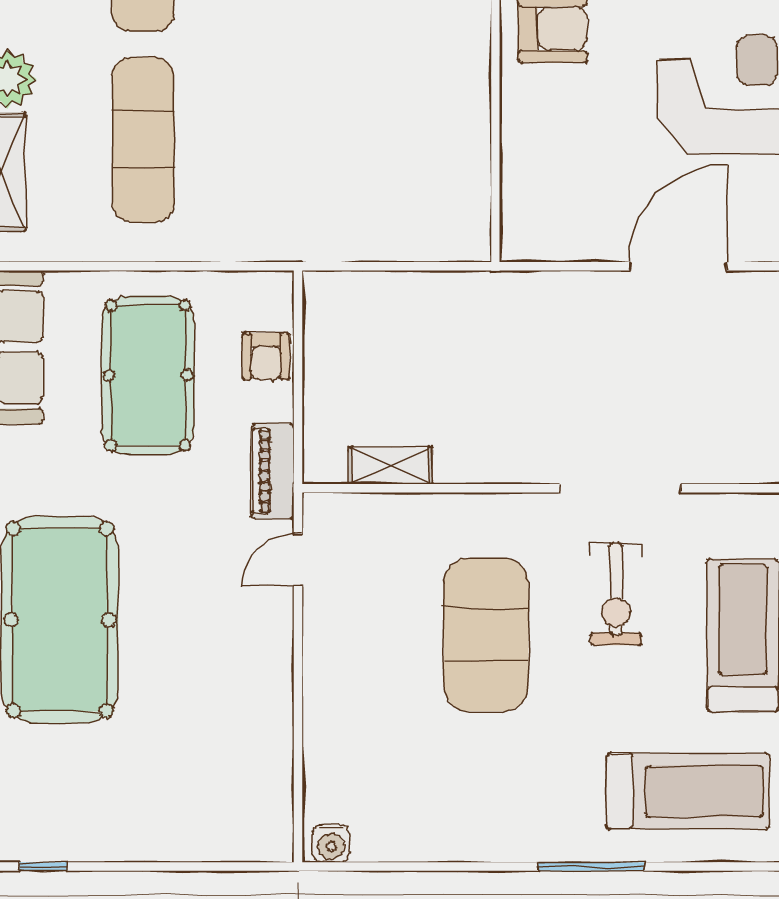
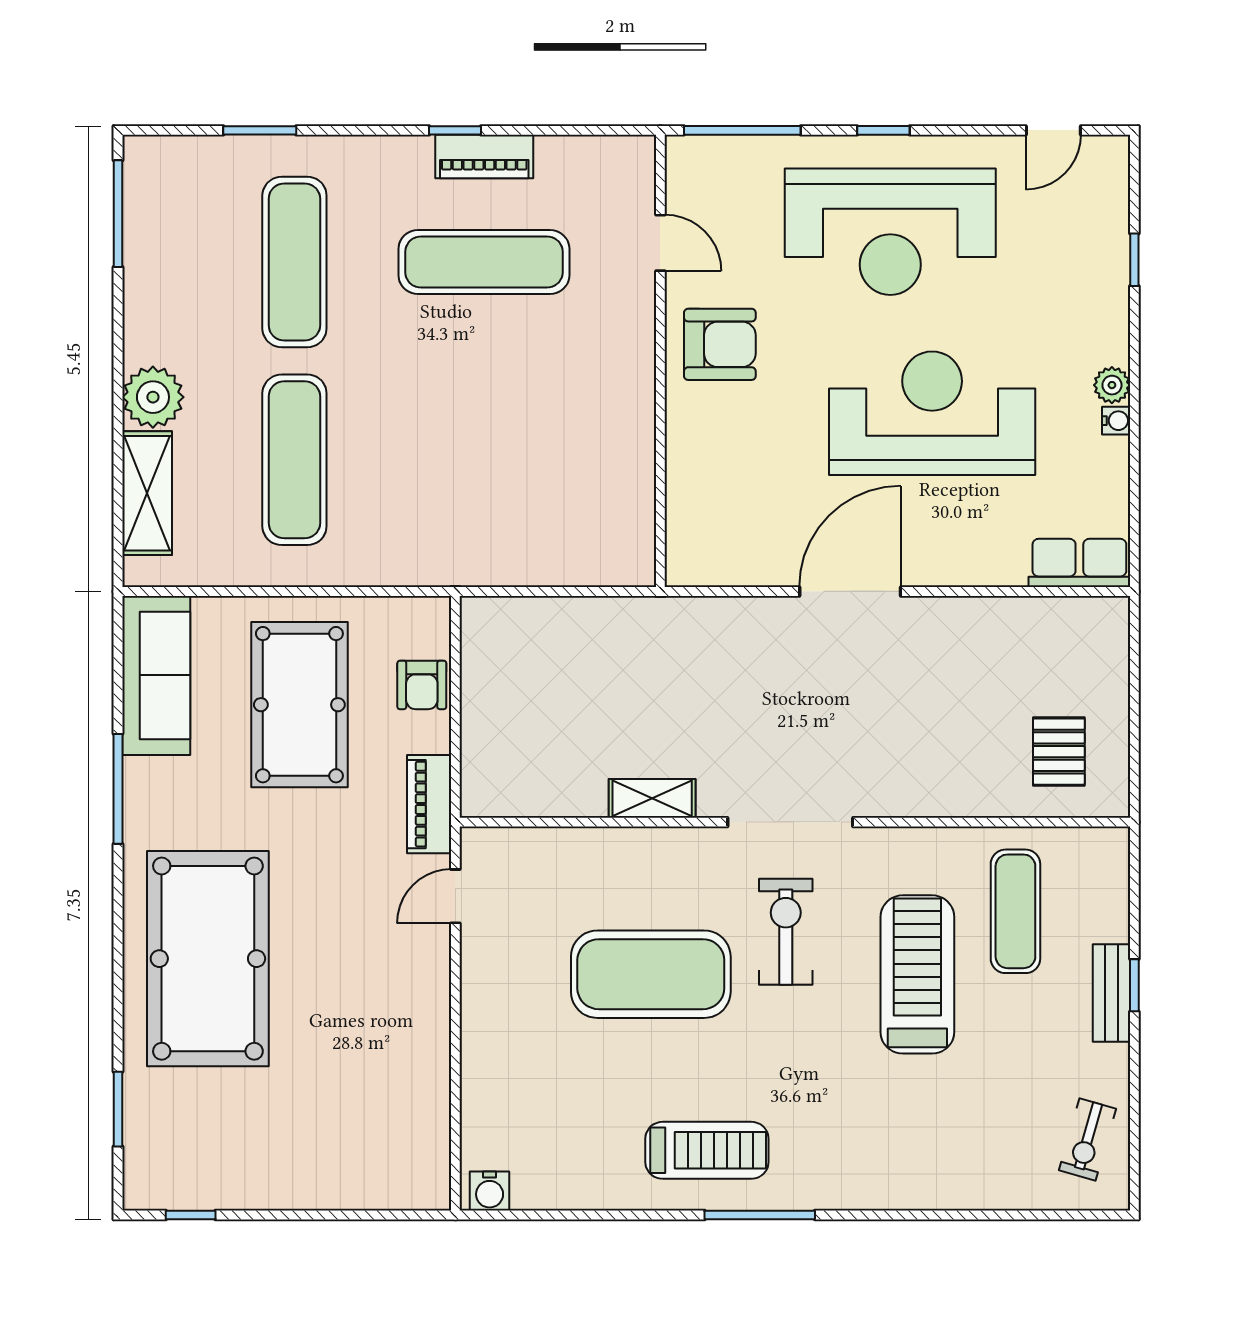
shelving: (391, 465) -> (652, 798), moved
exercise bike: (616, 594) -> (786, 932), turned 180
exercise mat: (486, 635) -> (651, 974), turned 90
treadmill: (688, 791) -> (707, 1150), moved, width x0.73, depth x0.73

